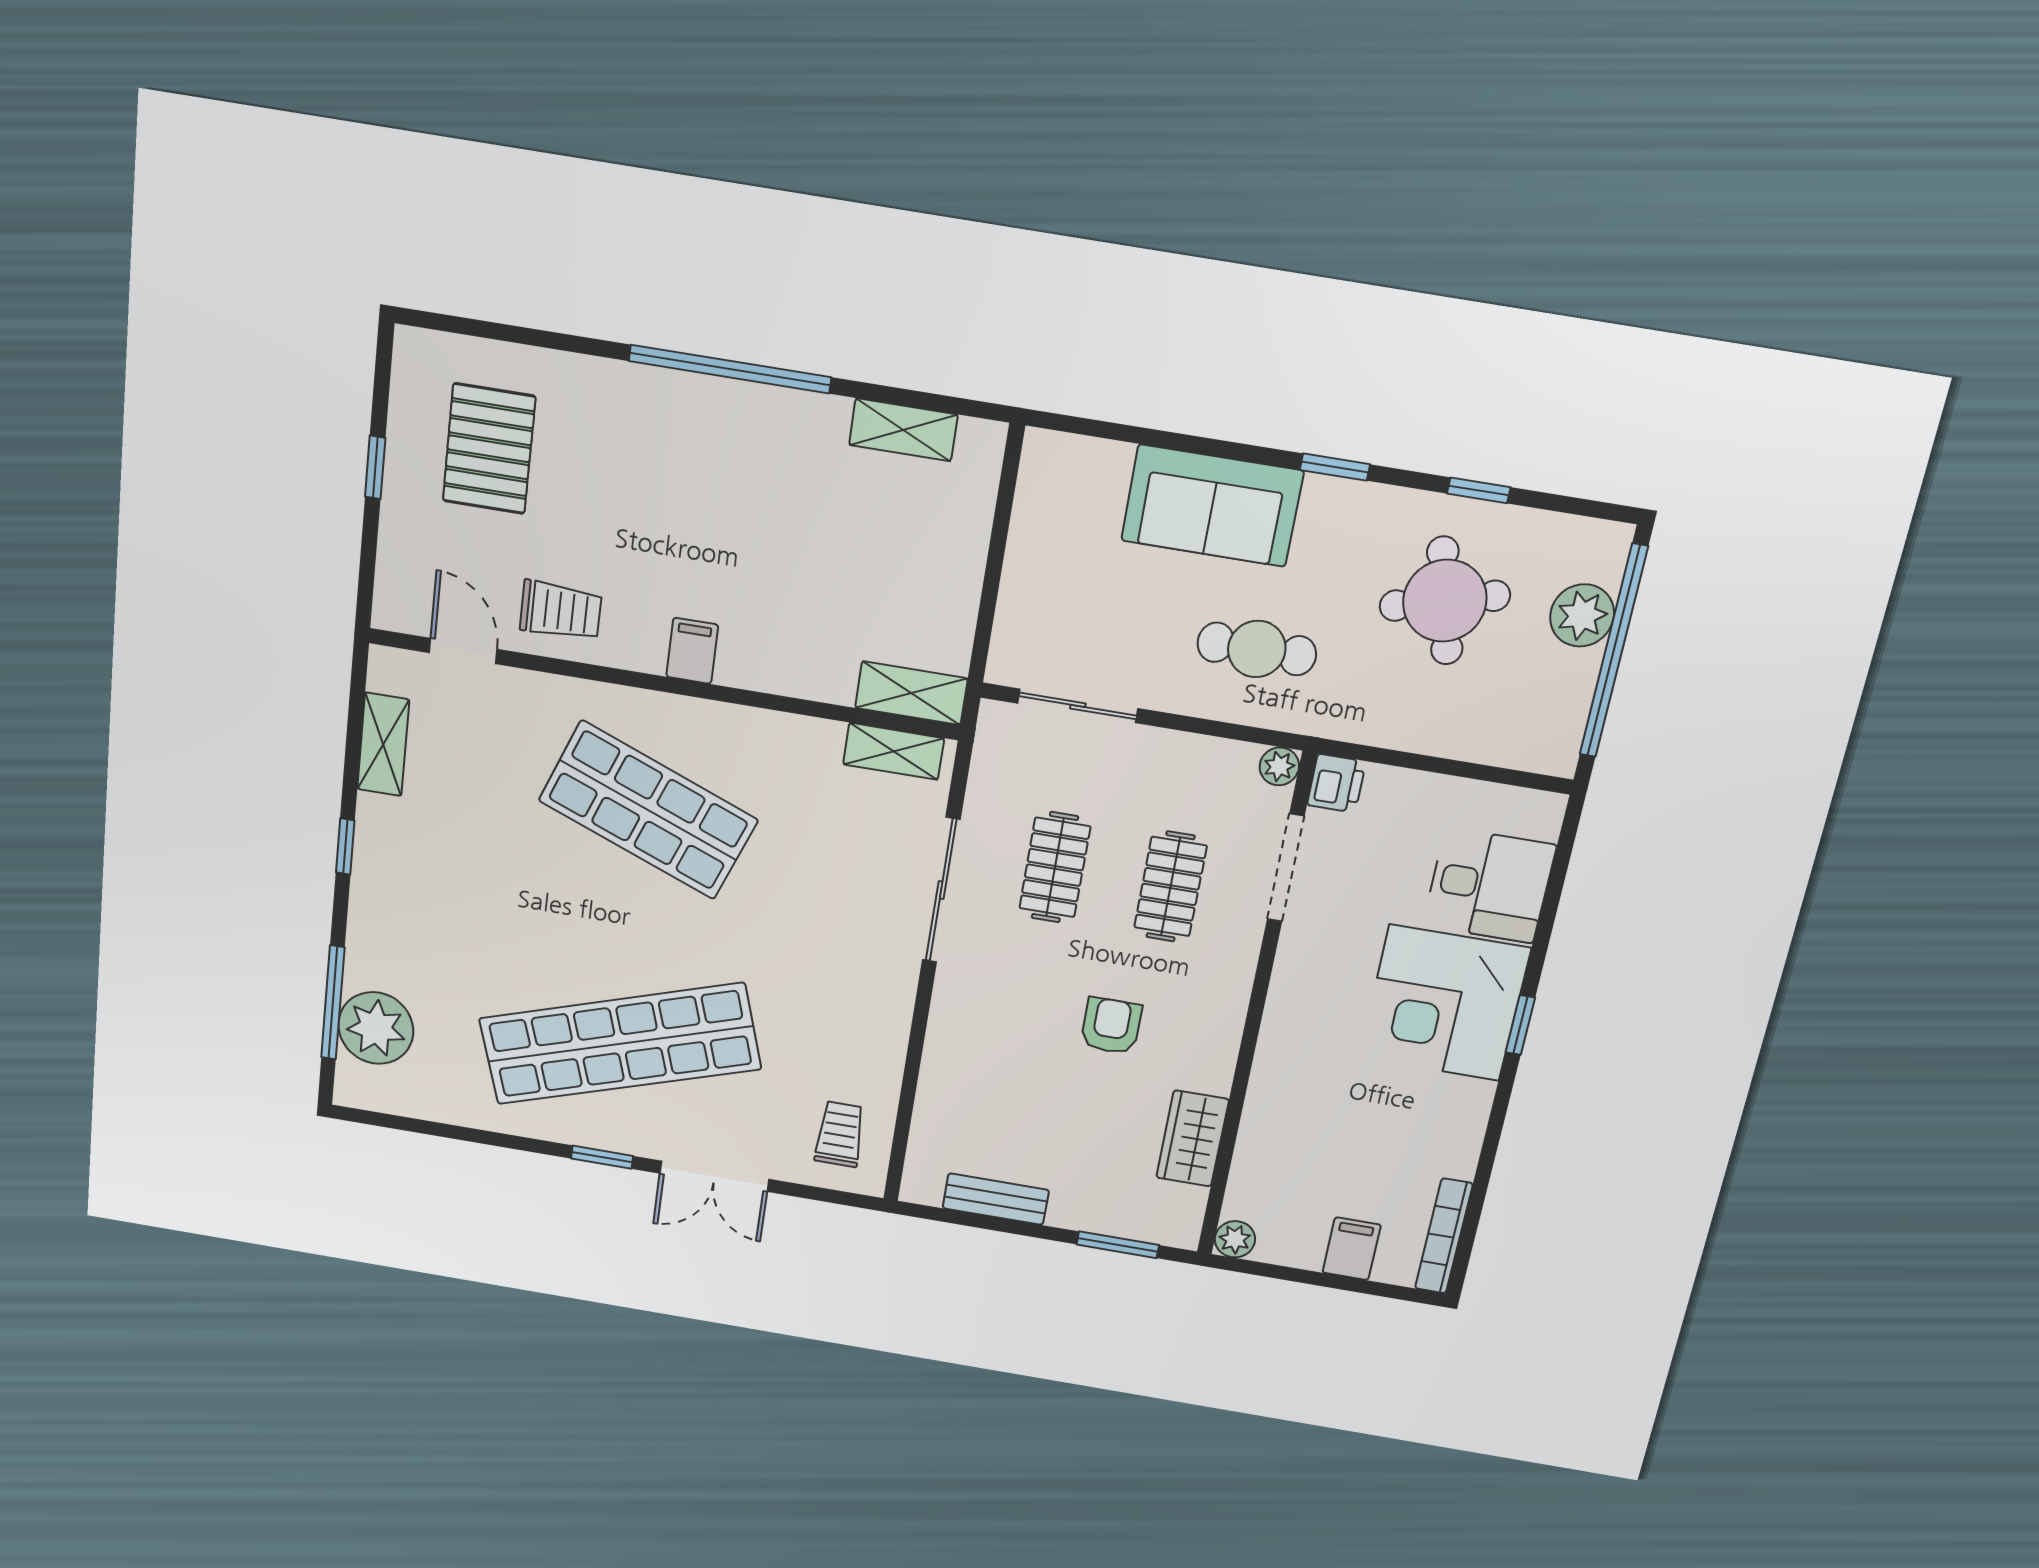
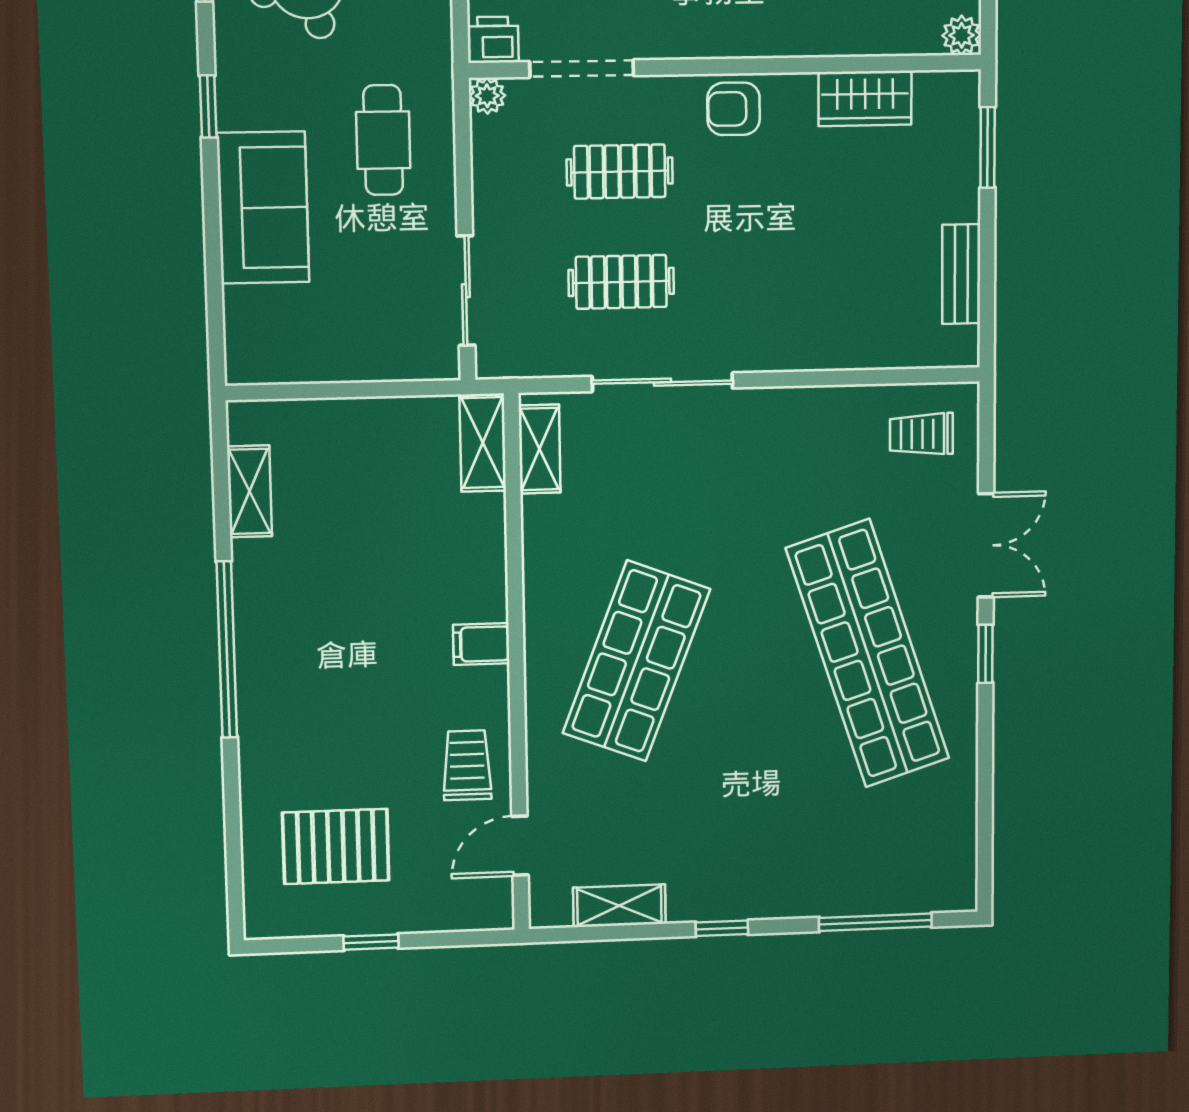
armchair: (1111, 1026) -> (734, 109), moved
plant: (376, 1028) -> (893, 880), removed

